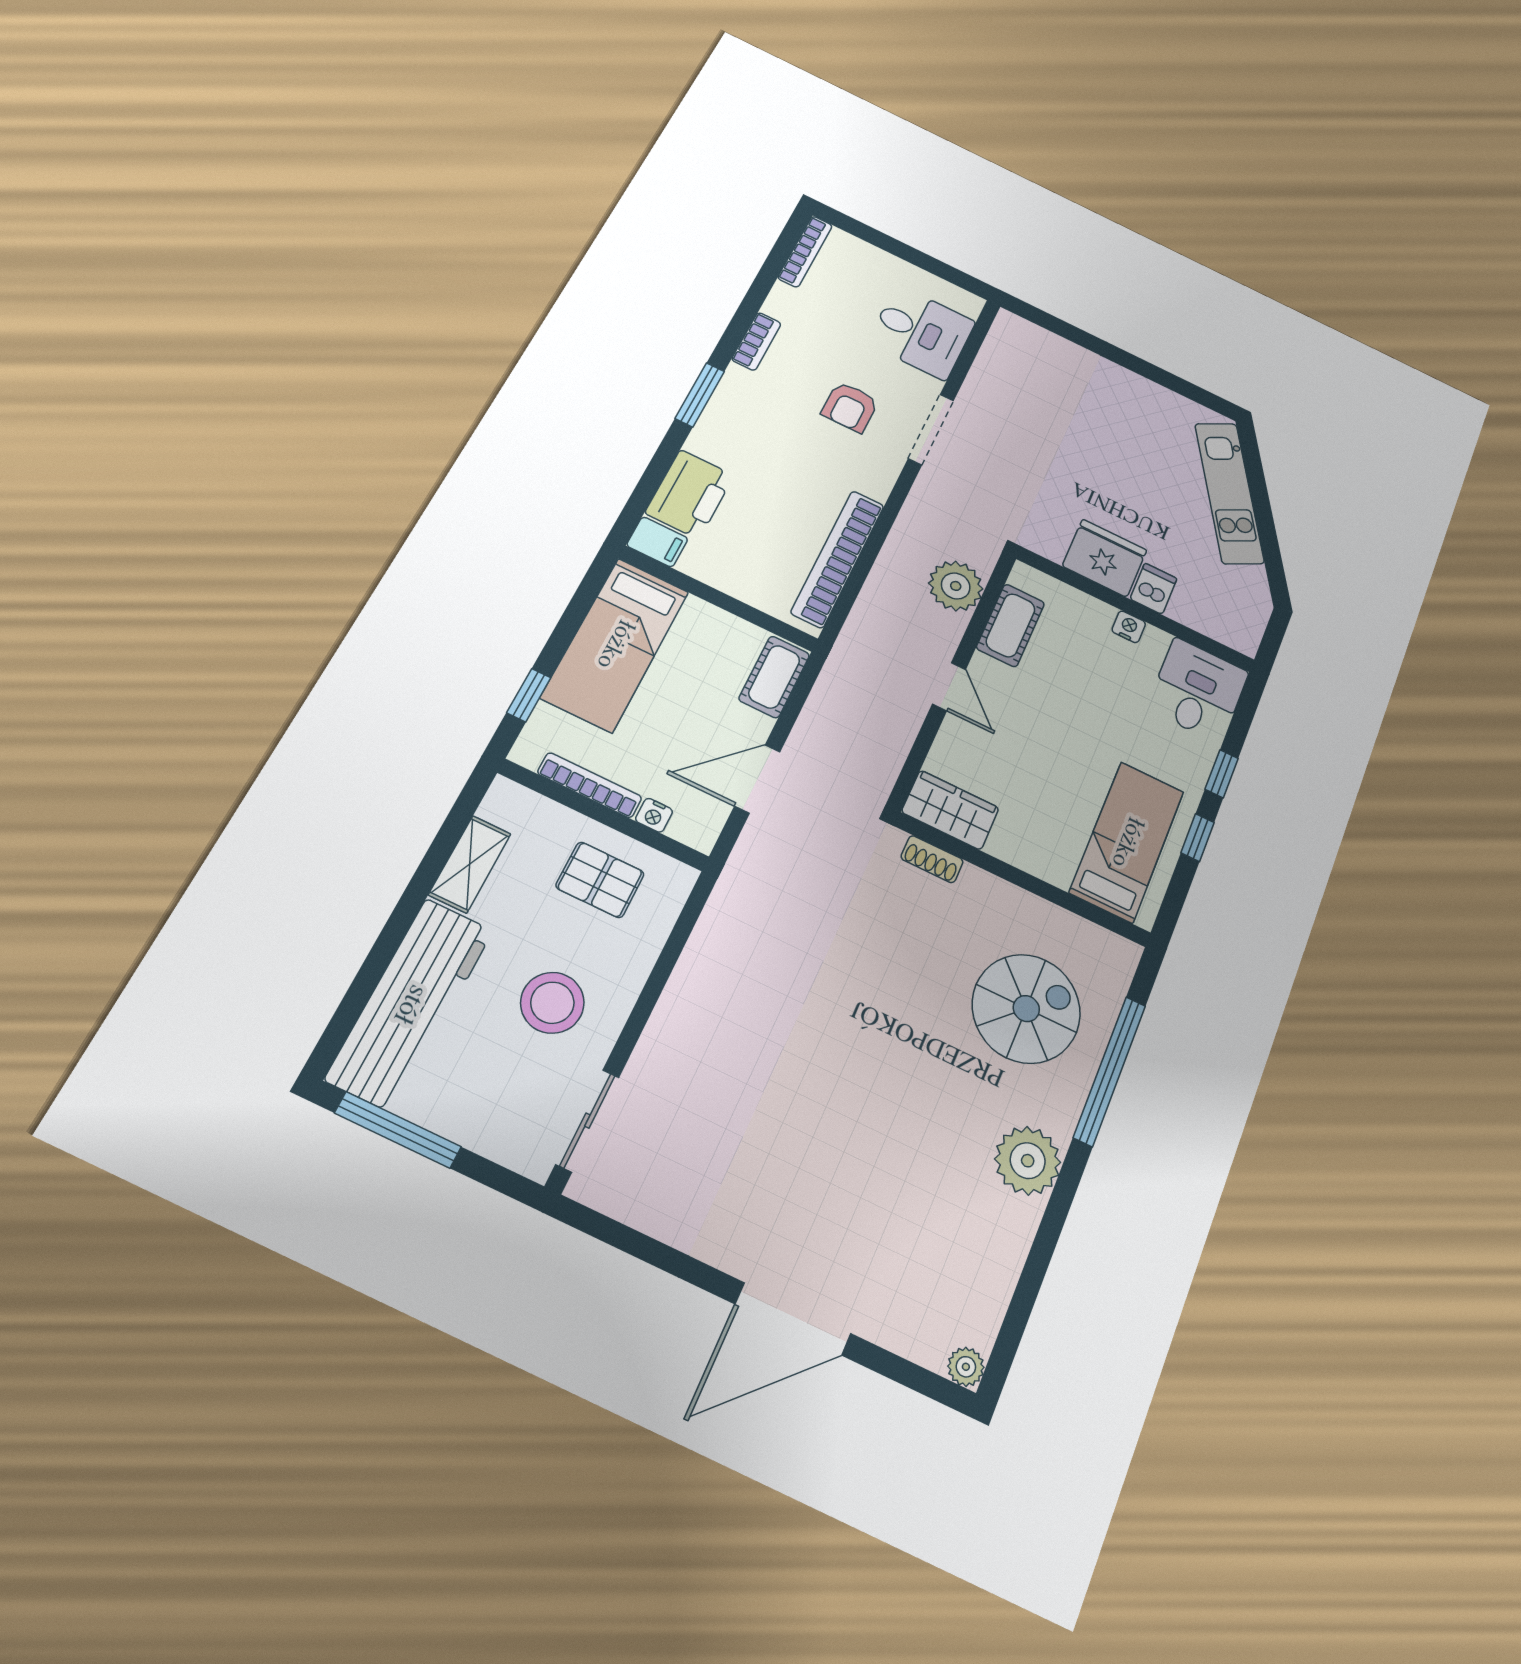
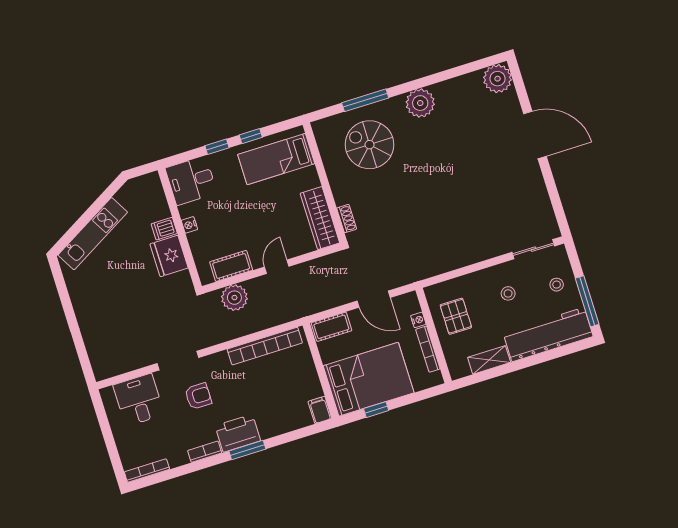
printer: (690, 494) -> (238, 433), moved
bed: (615, 644) -> (369, 379), width x1.50
window: (529, 695) -> (376, 410), moved
wardrobe: (950, 810) -> (320, 218), width x1.50
stool: (552, 1003) -> (508, 293), width x0.53, depth x0.53
window: (1110, 1071) -> (365, 100), width x0.68
stool: (483, 1103) -> (557, 285), added
plant: (966, 1367) -> (498, 79), width x1.87, depth x1.87

